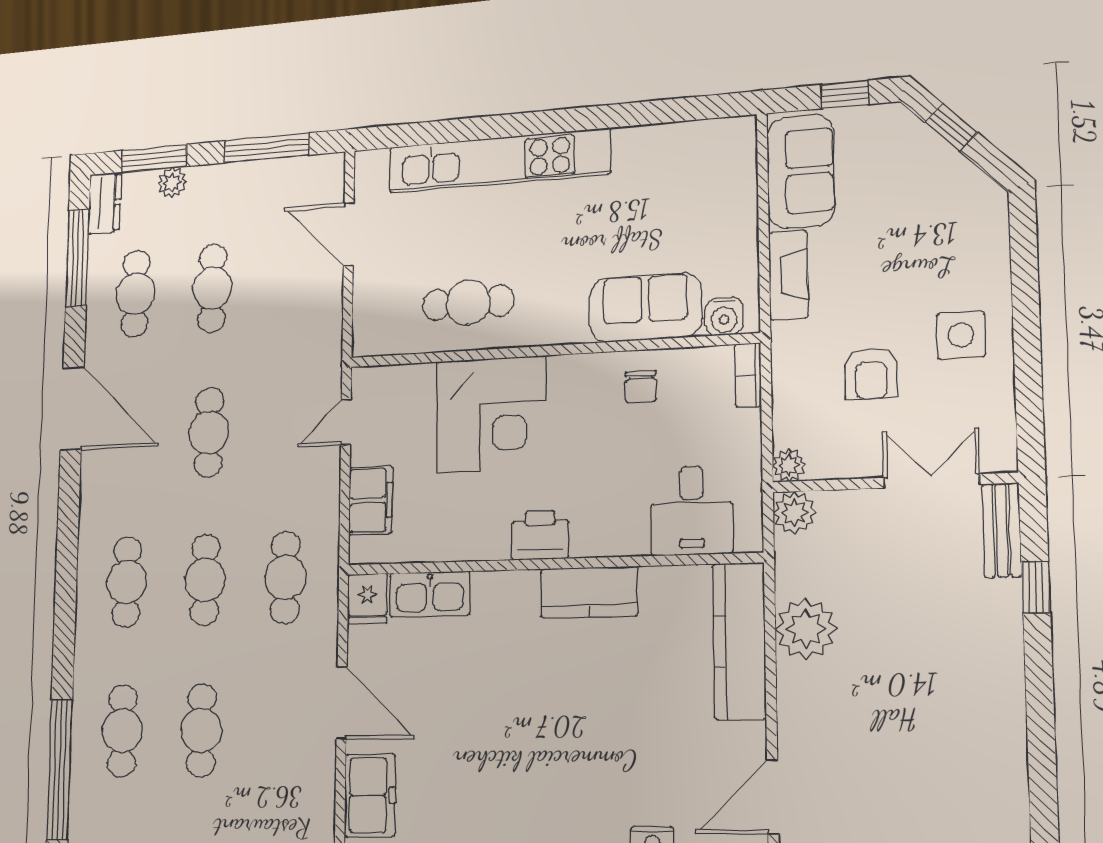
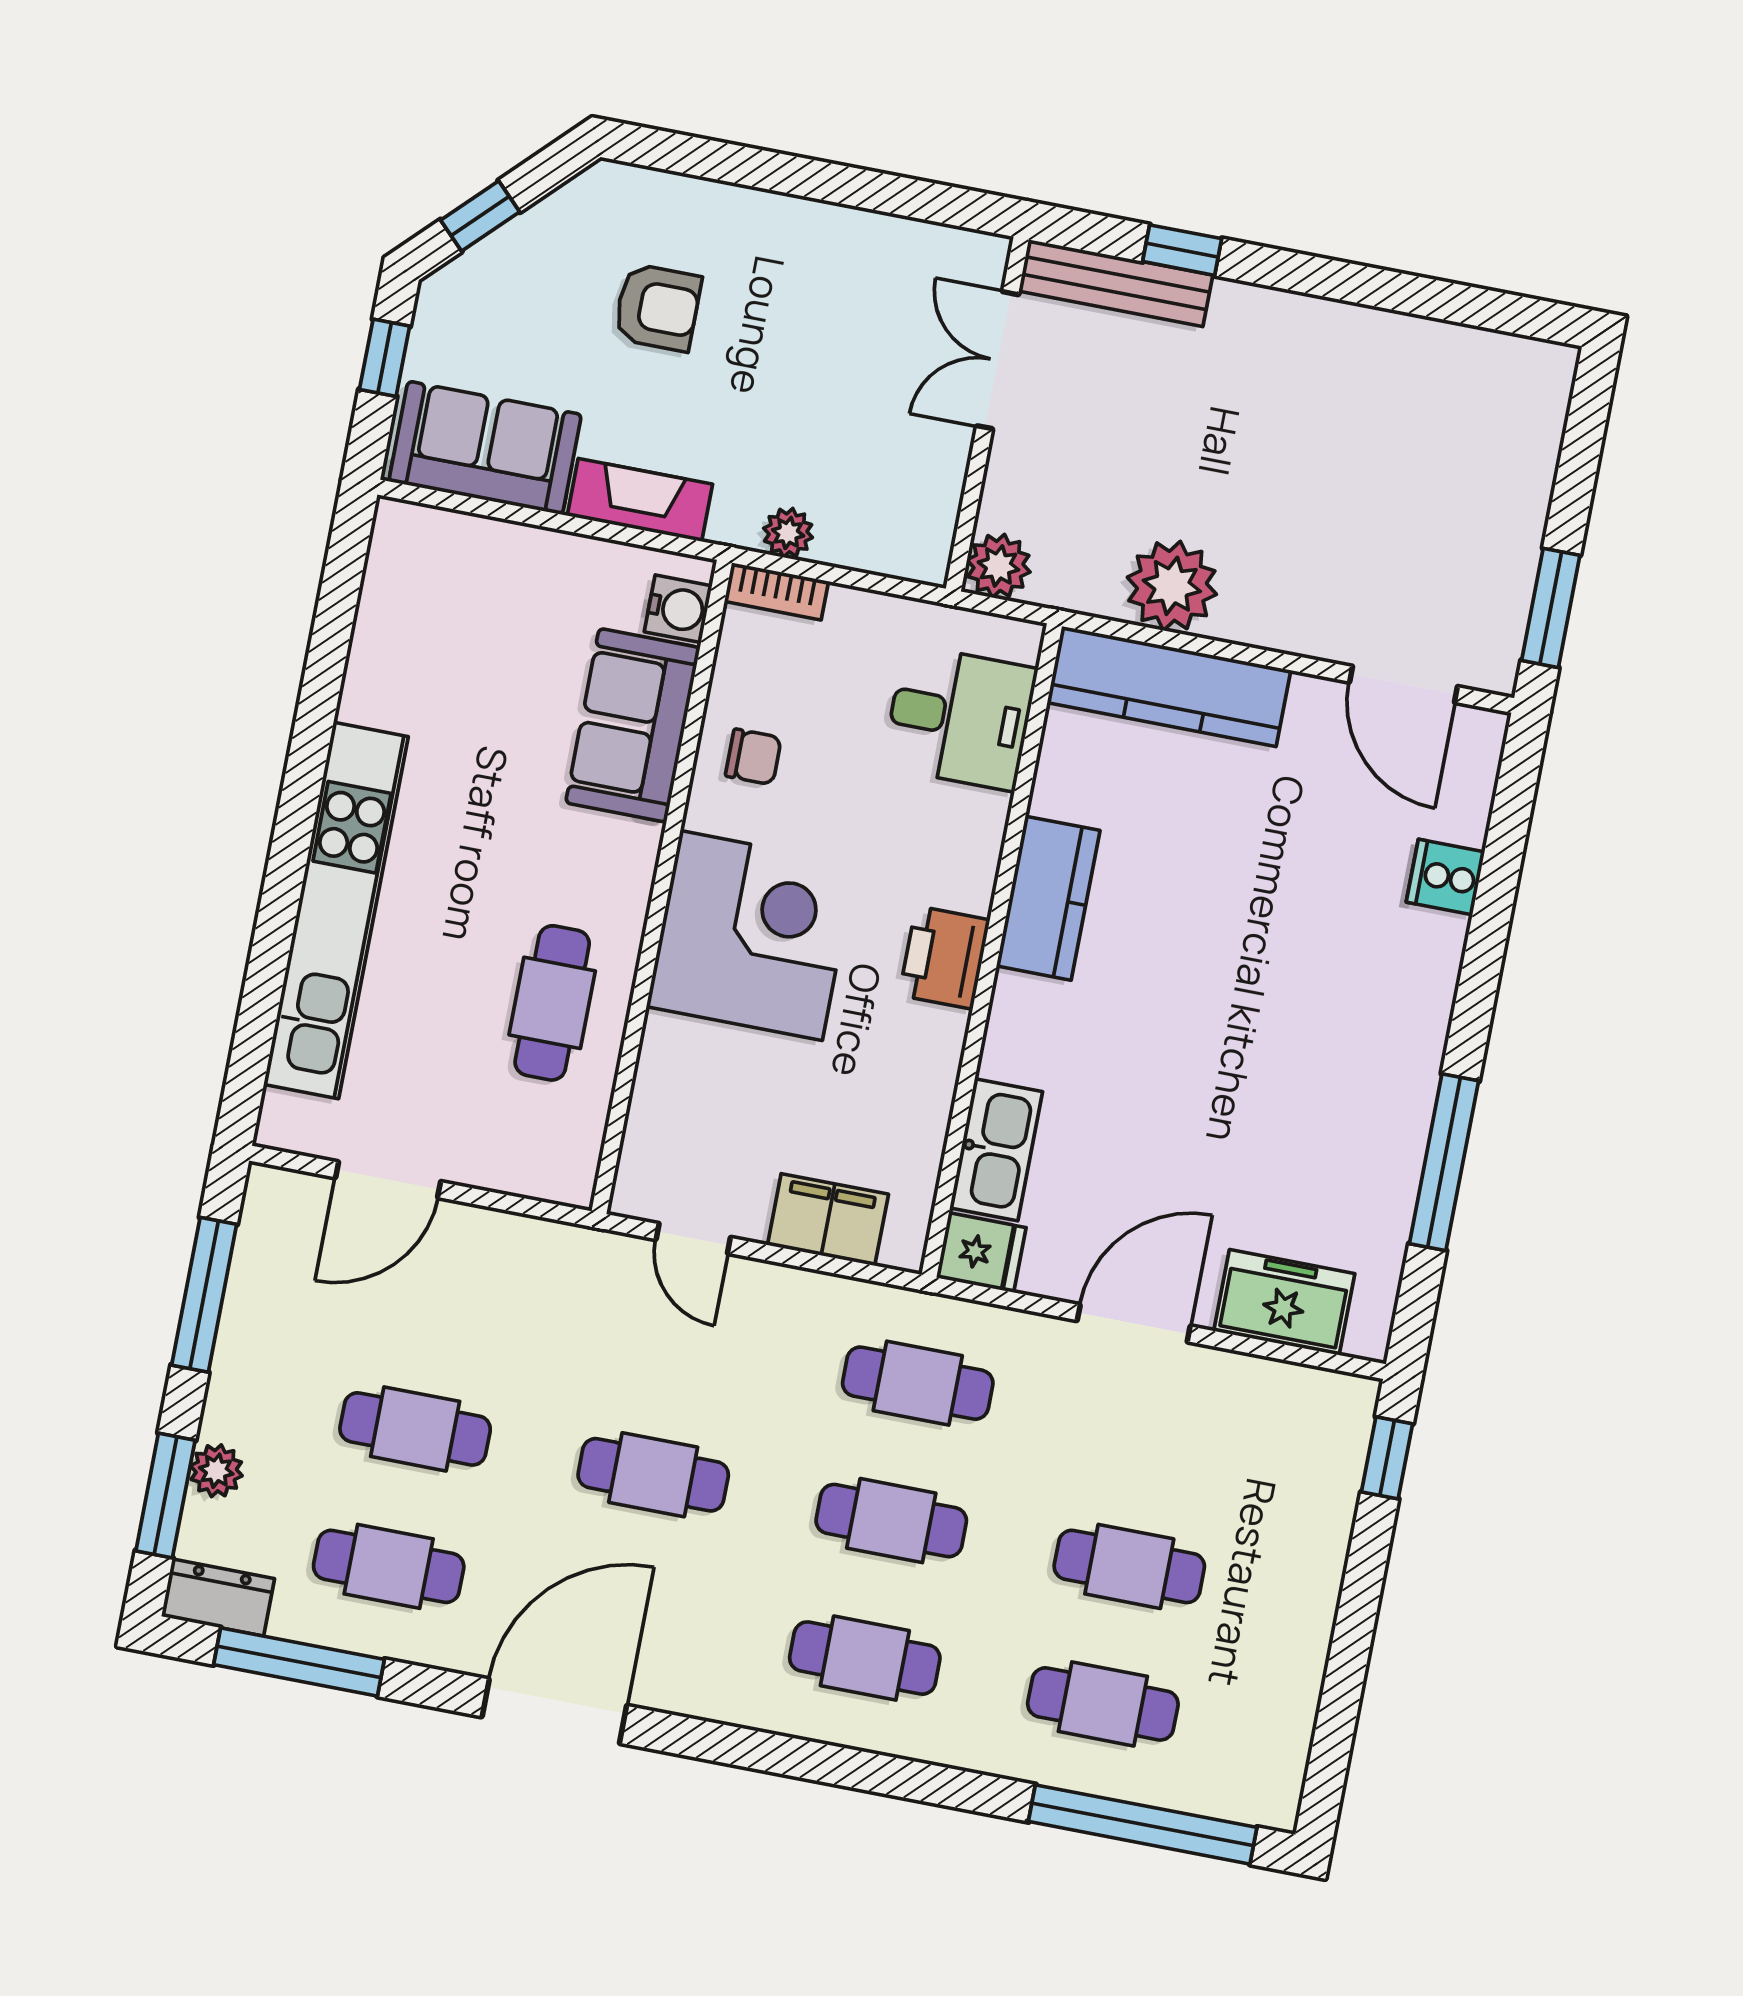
side table: (961, 335) -> (794, 271), removed
armchair: (871, 373) -> (658, 308), moved
corner desk: (491, 414) -> (751, 935), moved
plant: (789, 465) -> (788, 533), moved
bench: (1002, 530) -> (1116, 283), width x1.36

